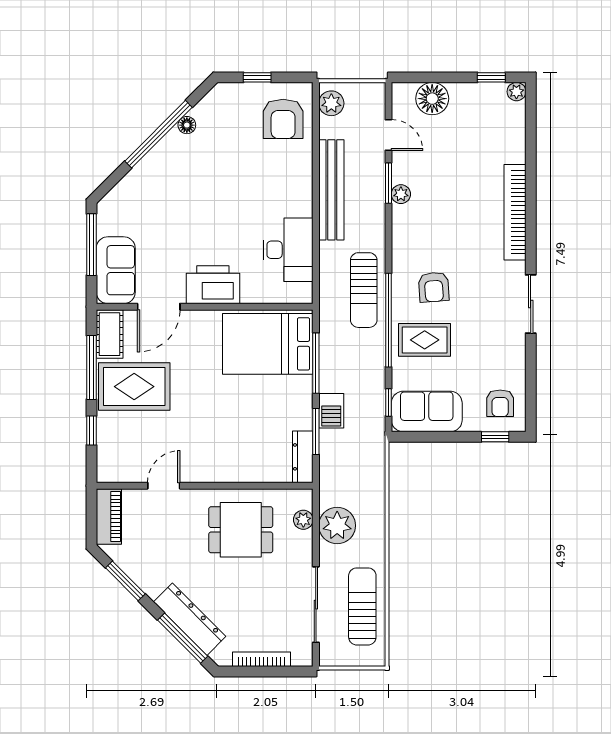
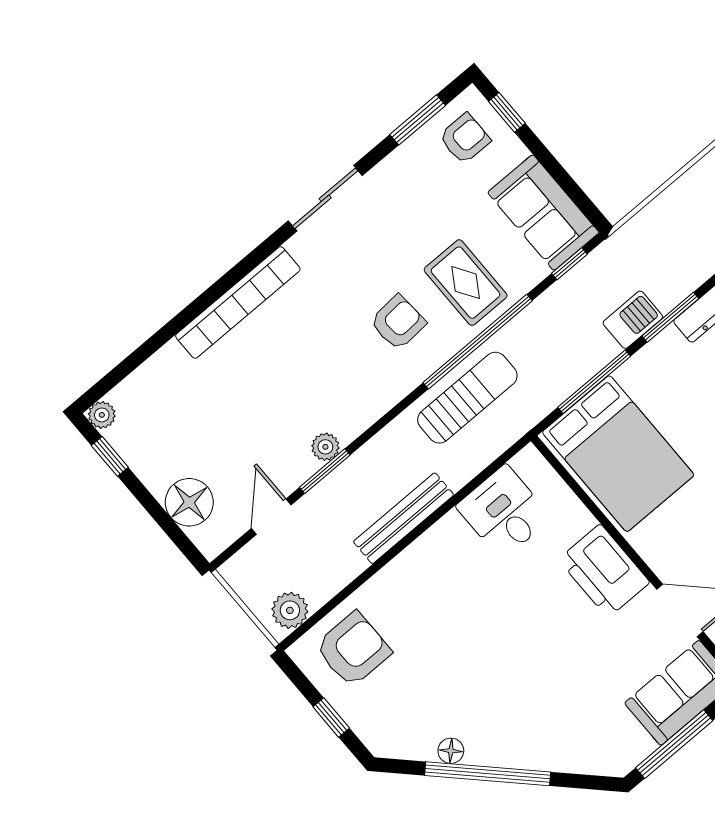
bench: (331, 190) -> (404, 518), width x0.73, depth x0.82
desk: (288, 250) -> (504, 512), width x0.73
window: (531, 387) -> (418, 120), added

